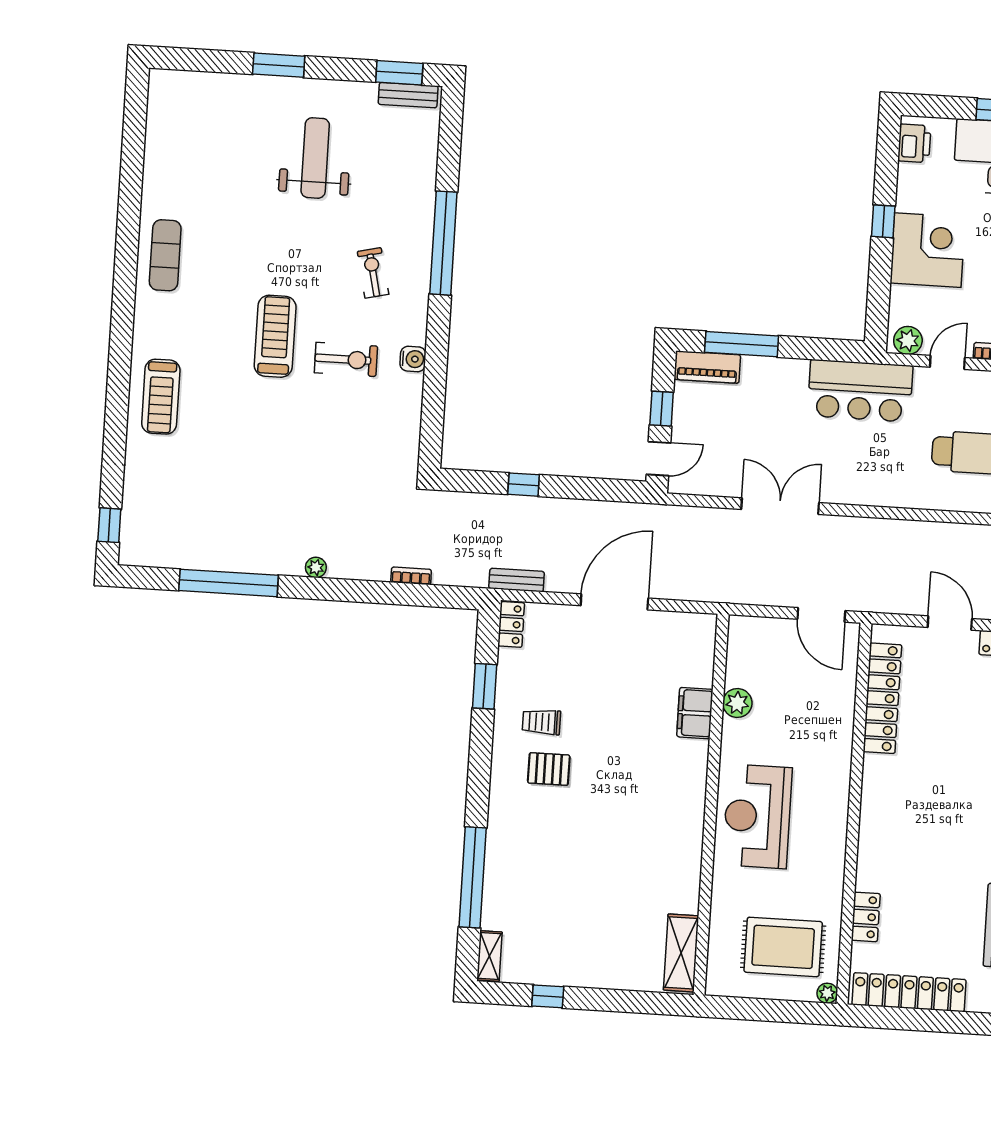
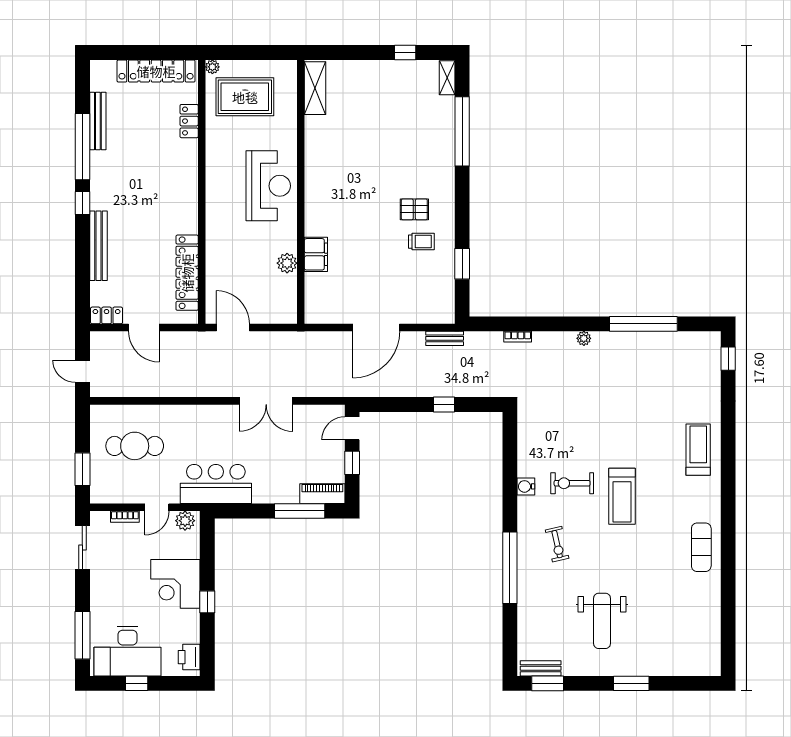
locker: (511, 624) -> (447, 308), removed

